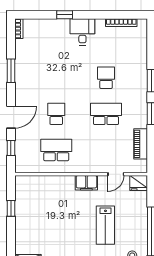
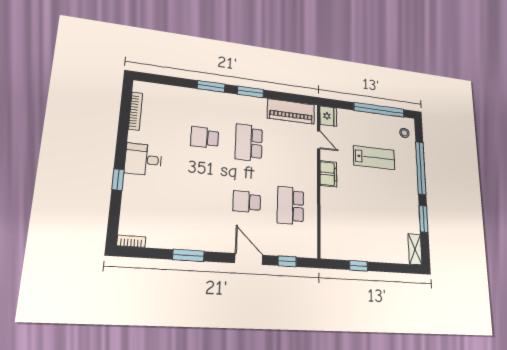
piano: (141, 144) -> (291, 111), width x1.37, depth x1.33

